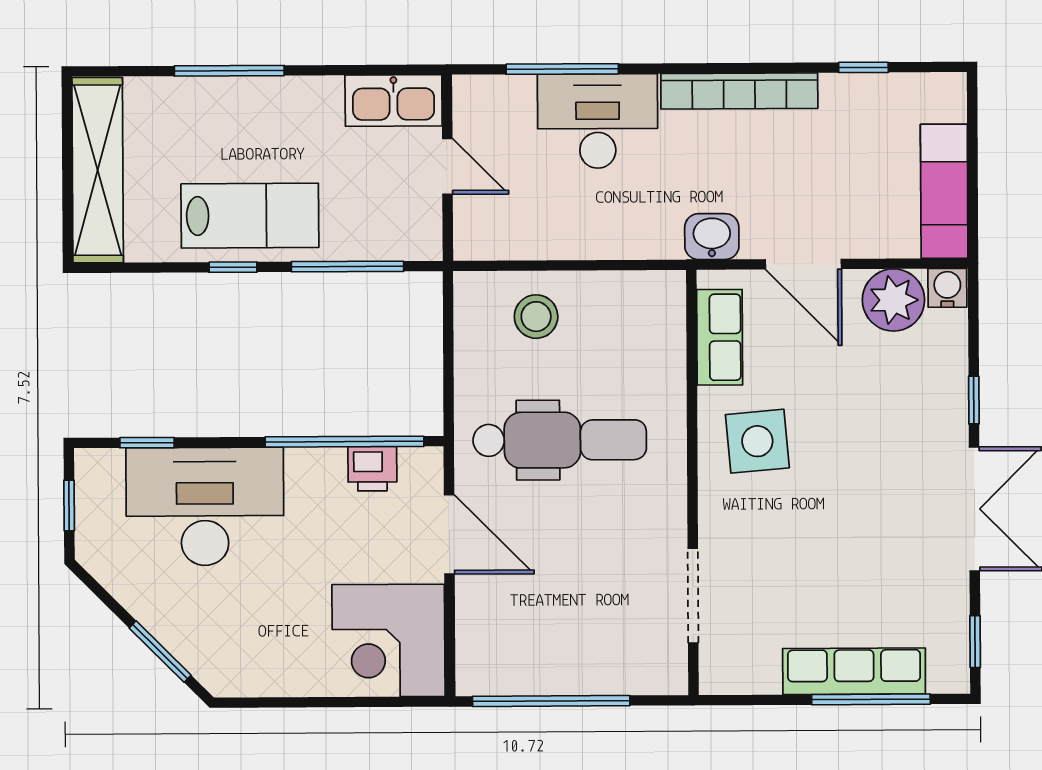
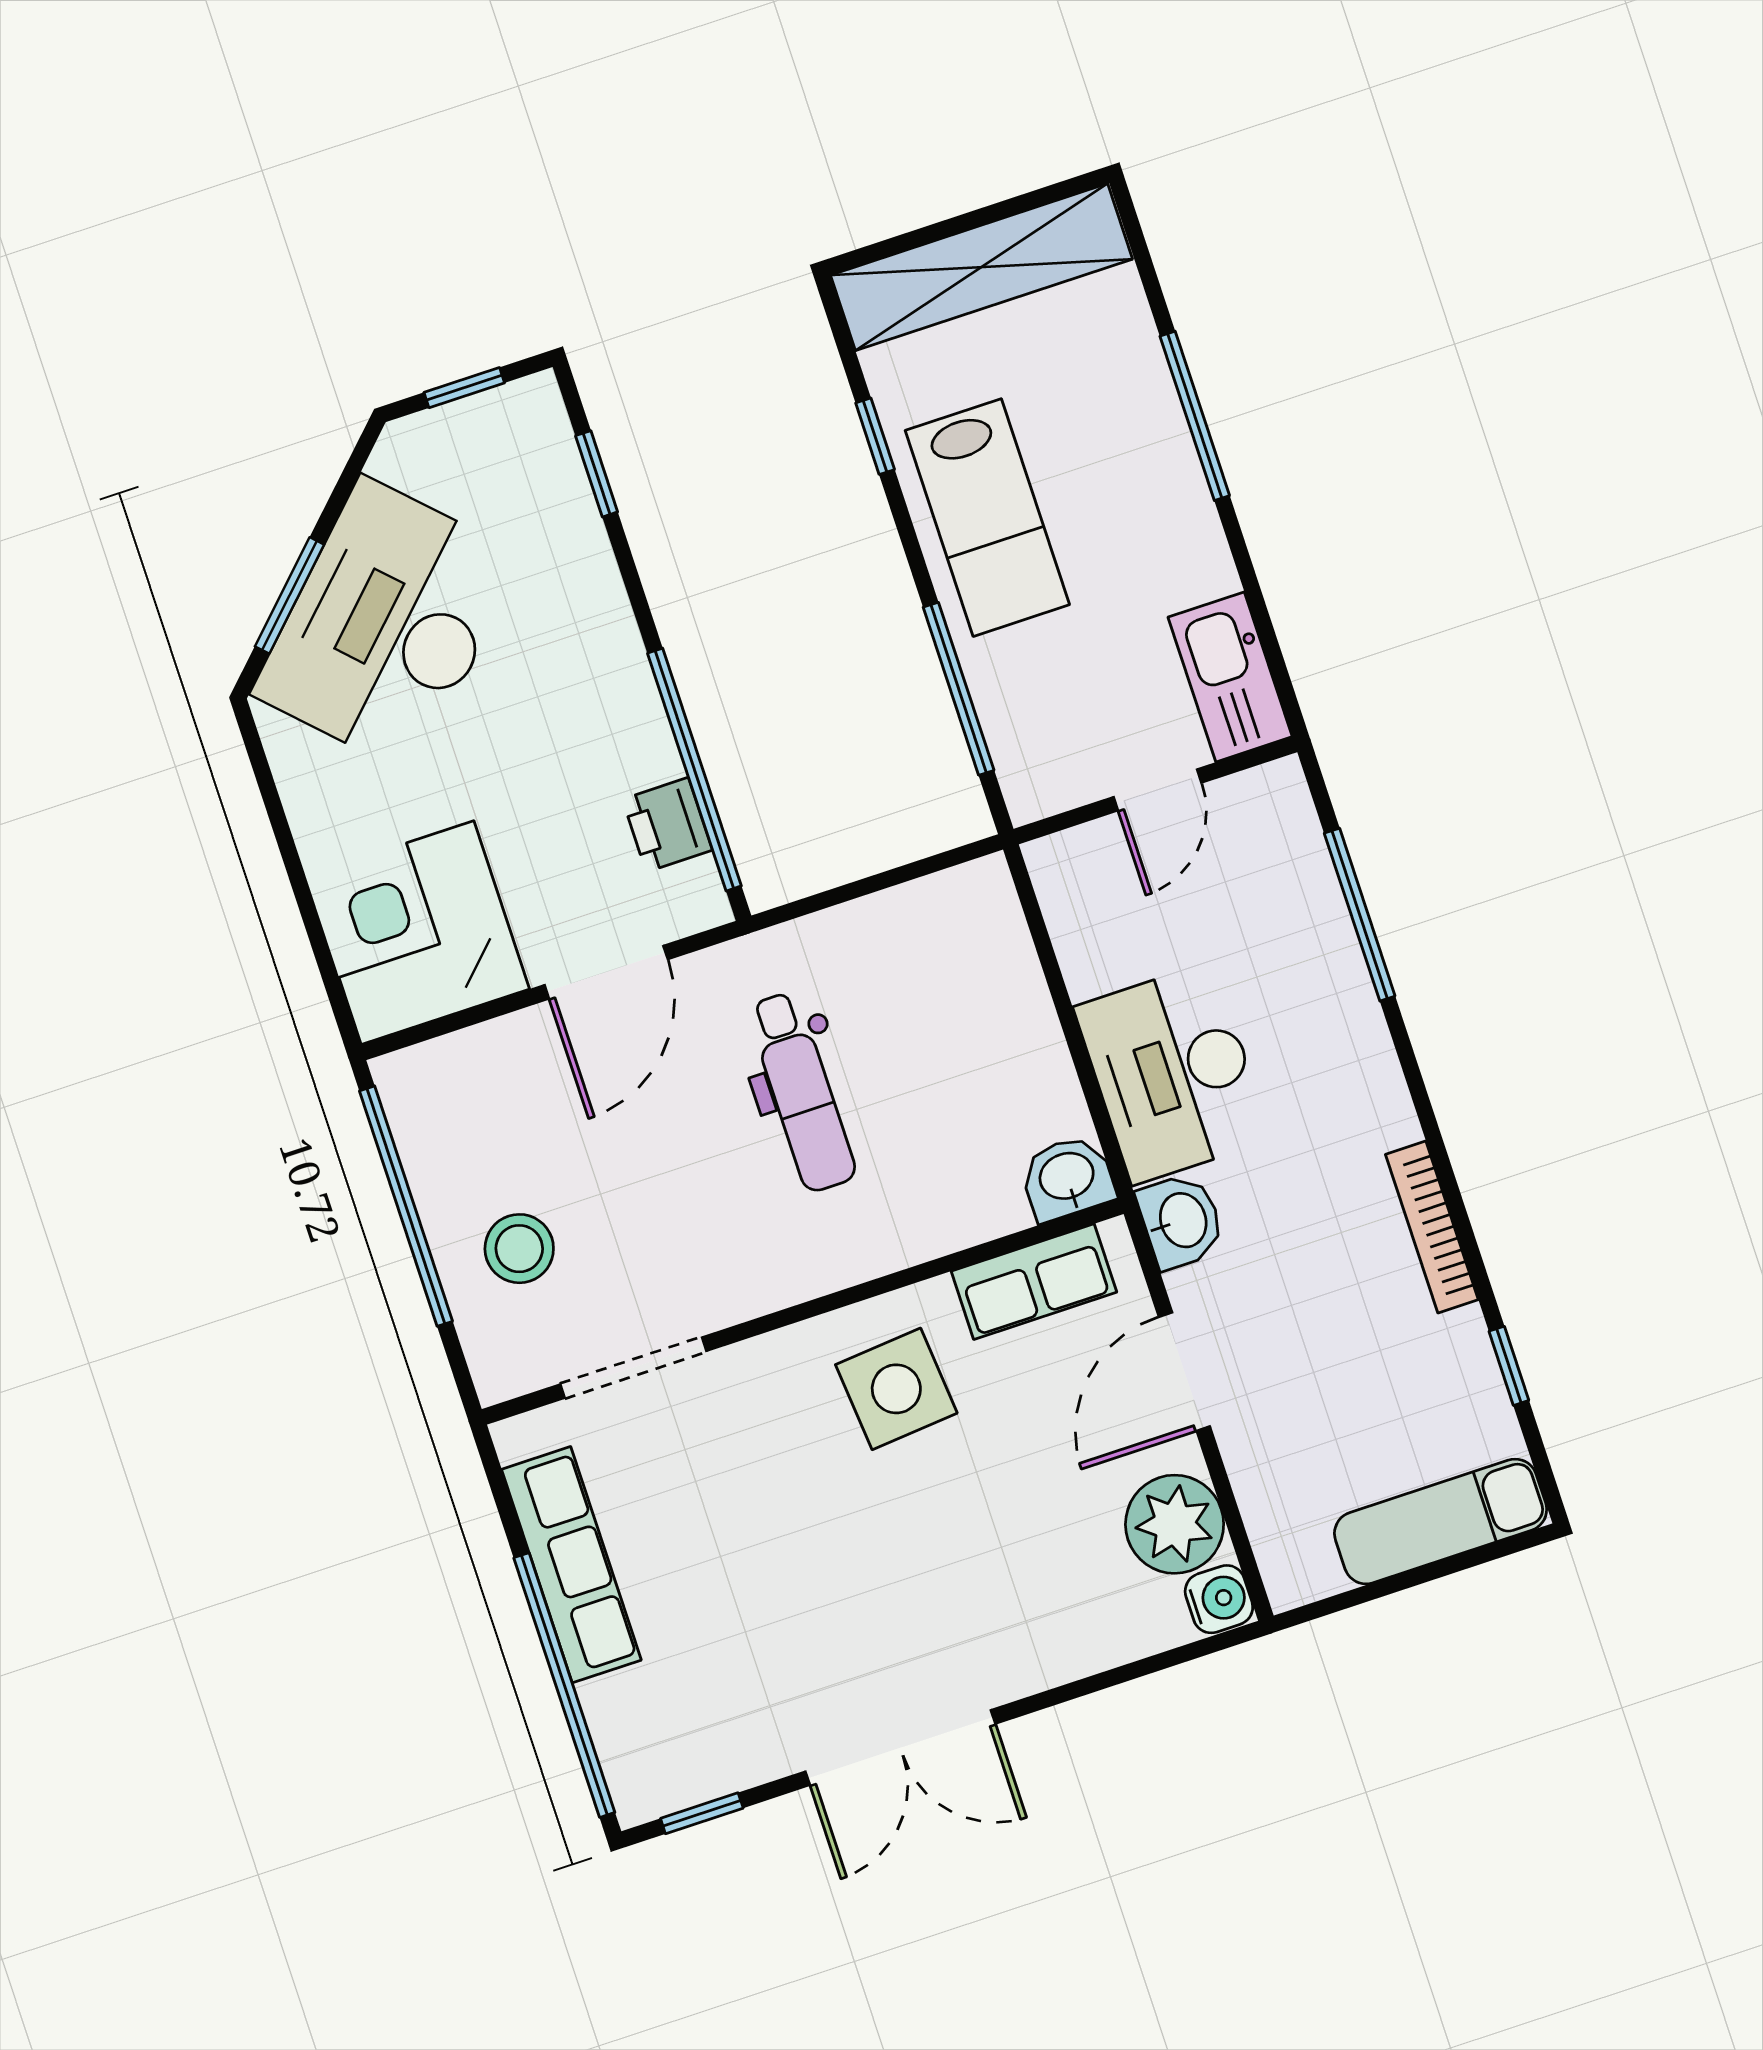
bookcase: (739, 91) -> (1432, 1227), width x0.68, depth x0.76
desk: (598, 121) -> (1173, 1073), moved, turned 180
exam couch: (944, 191) -> (1441, 1521), moved
window: (233, 267) -> (875, 436), moved
washbasin: (664, 297) -> (1067, 1178), added
stool: (536, 317) -> (519, 1249), moved
window: (974, 400) -> (1064, 1694), removed
dental chair: (560, 440) -> (802, 1092), width x0.73, depth x0.72
desk: (205, 506) -> (388, 625), moved, turned -135
row of seats: (854, 671) -> (571, 1565), moved
window: (871, 699) -> (564, 1685), width x1.46

